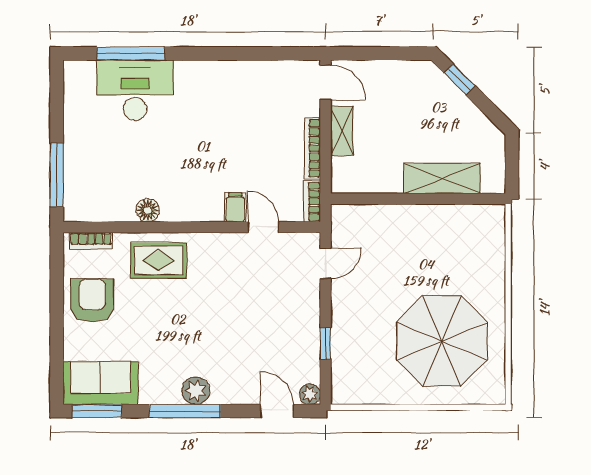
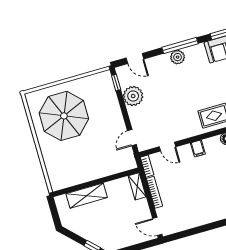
shelving: (342, 131) -> (137, 186), moved
filing cabinet: (235, 207) -> (198, 148), moved
window: (326, 343) -> (116, 83), moved
plant: (310, 394) -> (133, 96), moved, width x1.88, depth x1.88

